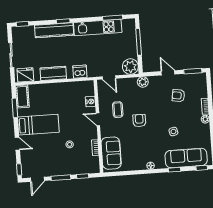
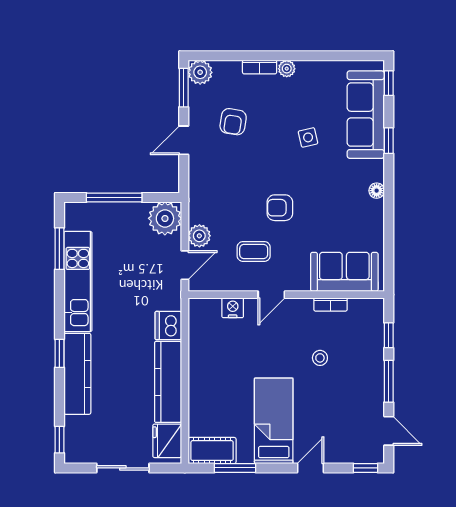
kitchen counter: (53, 73) -> (168, 382), width x1.50
plant: (201, 78) -> (200, 72), added
plant: (143, 82) -> (199, 236), moved

